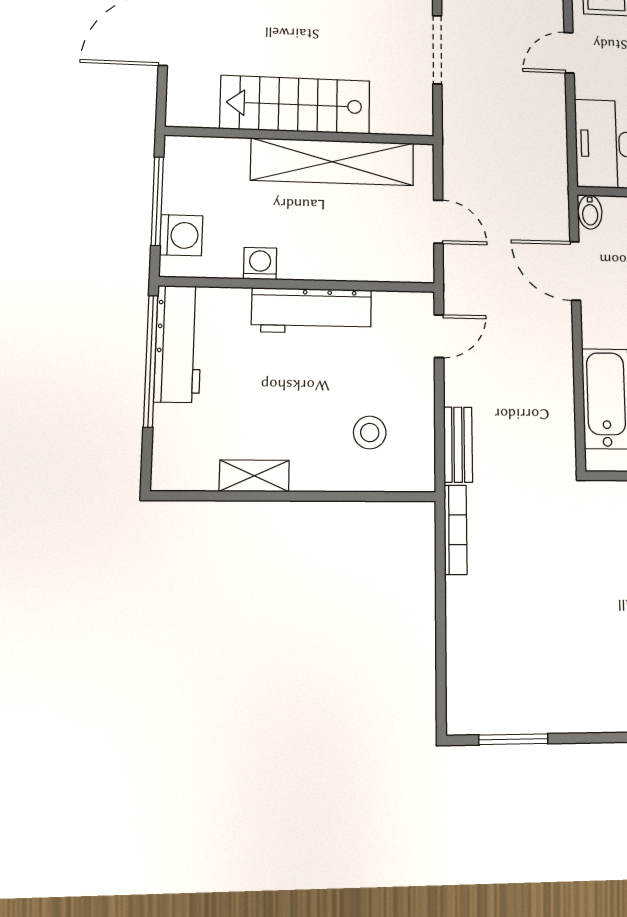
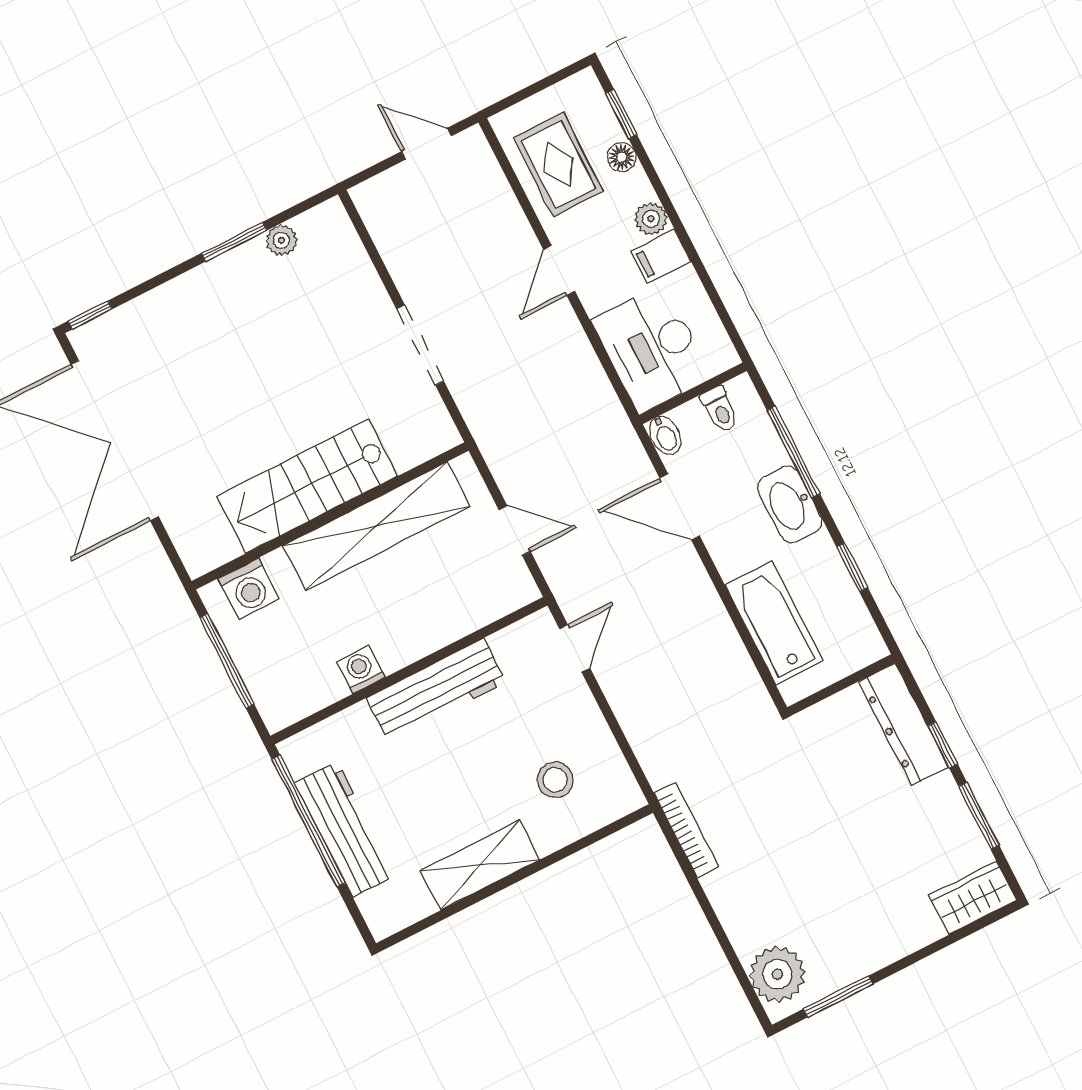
washing machine: (181, 235) -> (249, 589), moved, turned 90
workbench: (178, 344) -> (345, 829), moved
bench: (458, 445) -> (648, 747), removed
shelving: (254, 476) -> (480, 865), width x1.50, depth x1.33
plant: (472, 693) -> (777, 974), added

